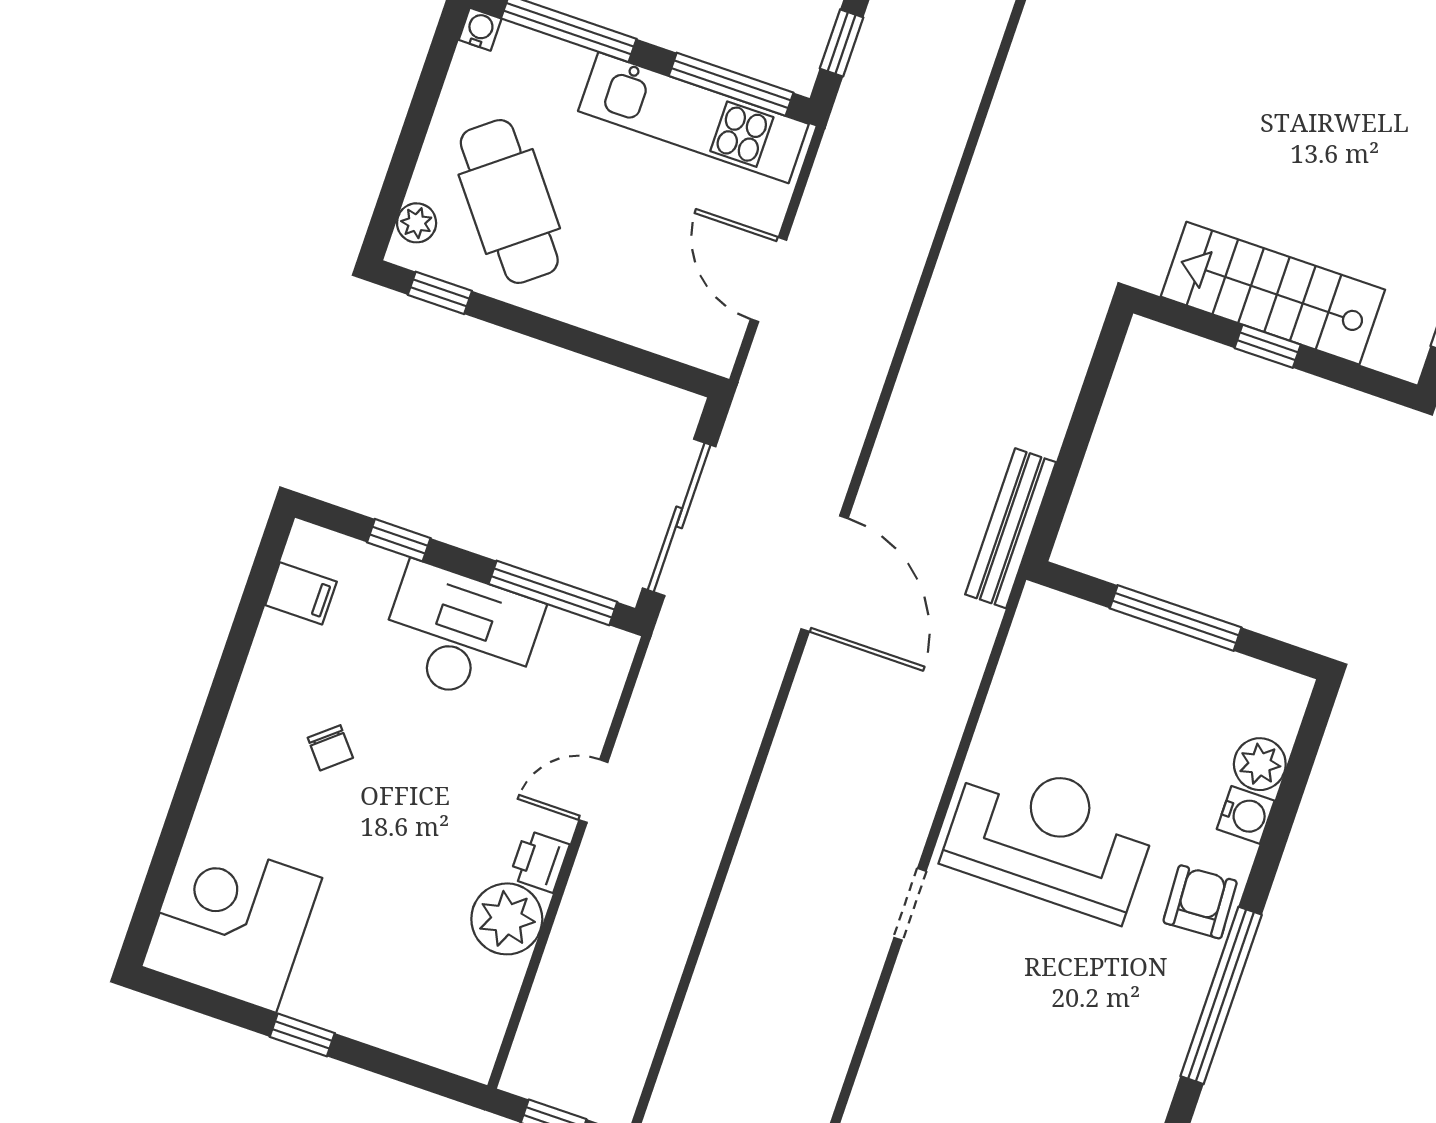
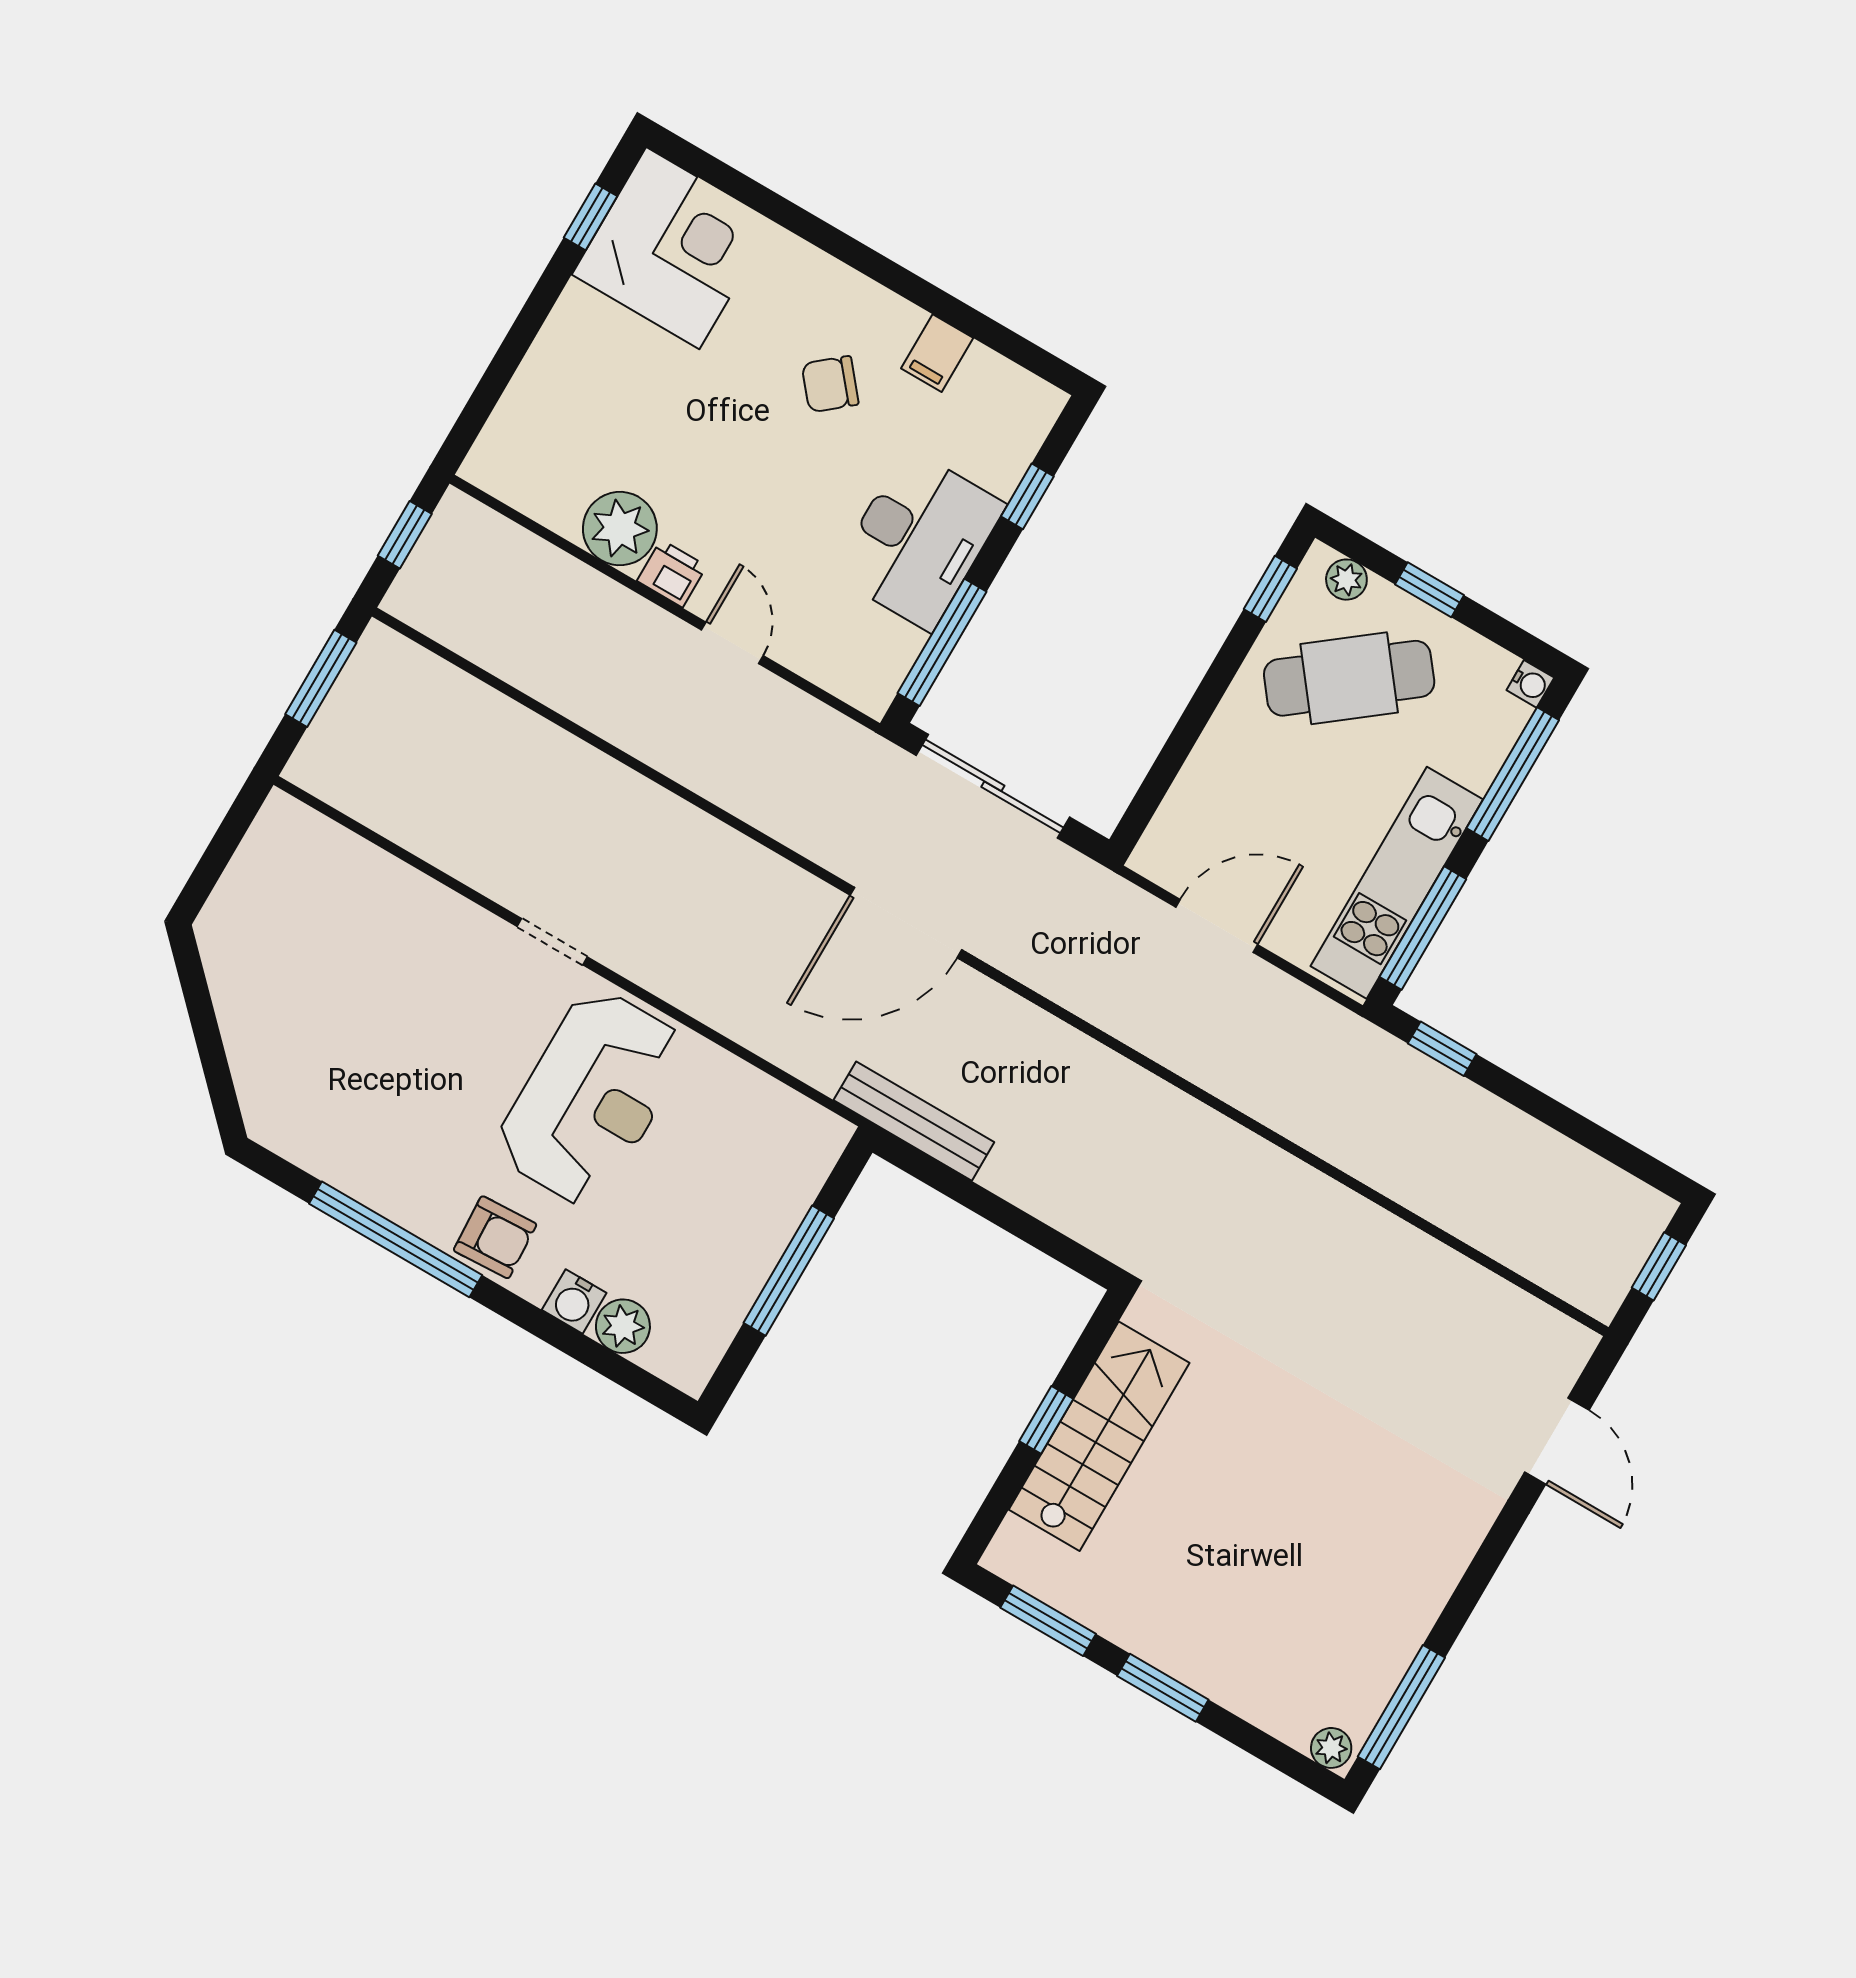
window: (410, 142) -> (1430, 590), added
filing cabinet: (301, 593) -> (937, 353), moved
chair: (330, 748) -> (830, 384), width x1.37, depth x1.37
window: (302, 1035) -> (590, 217), moved

